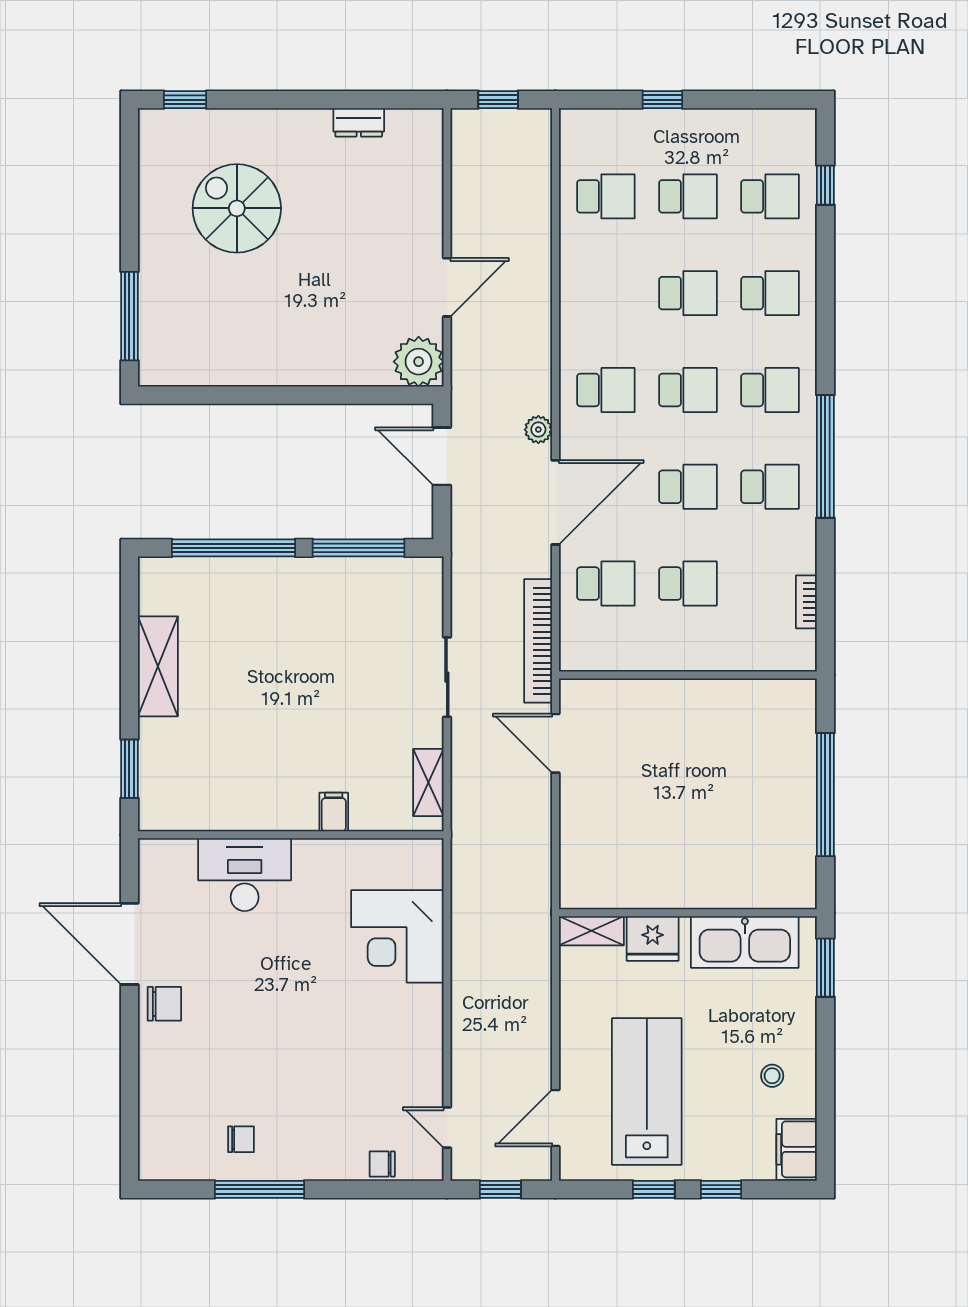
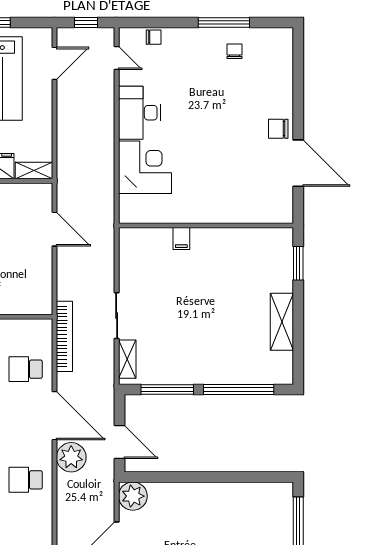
plant: (538, 430) -> (71, 457), width x1.88, depth x1.88
door: (556, 502) -> (54, 416), swing flipped
door: (556, 743) -> (54, 229), moved
shelving: (428, 782) -> (127, 359), moved
desk: (245, 875) -> (139, 113), moved, turned 90
chair: (241, 1139) -> (234, 51), turned 90

